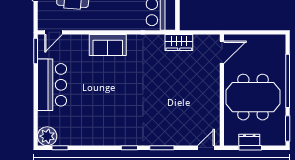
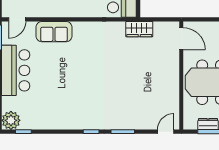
sofa: (108, 45) -> (54, 32), moved
door: (222, 52) -> (181, 39), hinge flipped

